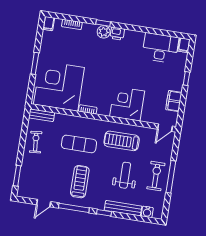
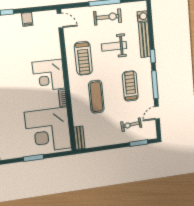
filing cabinet: (174, 101) -> (27, 19), width x0.50
corner desk: (127, 104) -> (49, 75), moved
exercise bike: (36, 142) -> (131, 125), moved
exercise bike: (156, 176) -> (108, 17), turned 180
treadmill: (80, 182) -> (130, 86), turned 90
door: (44, 203) -> (157, 113), swing flipped

